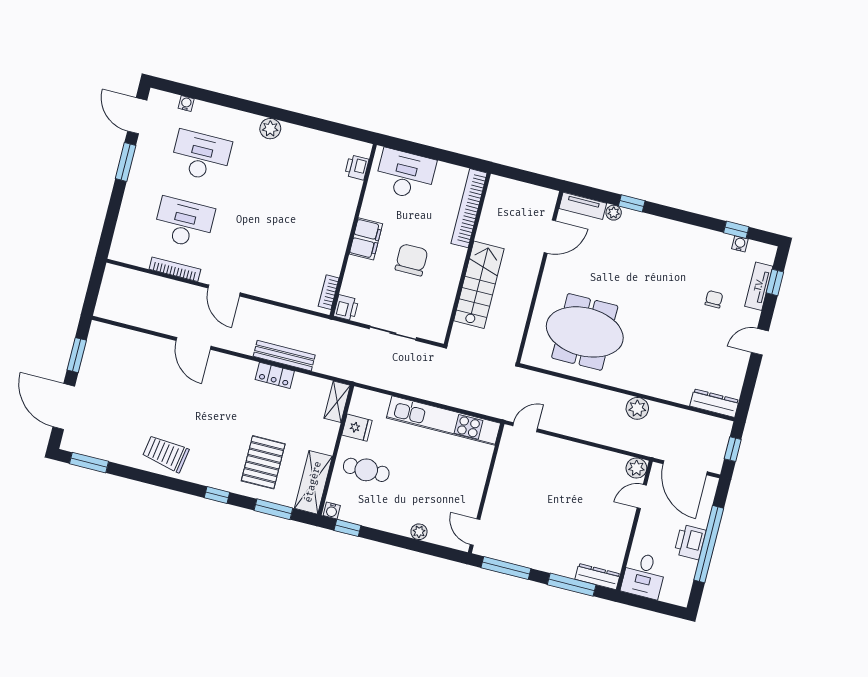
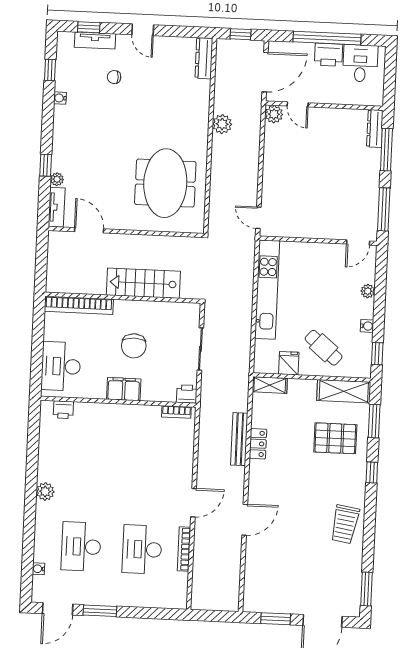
water cooler: (740, 244) -> (60, 98), moved
chair: (411, 260) -> (134, 346), turned -90
cafe table: (366, 470) -> (324, 348), turned -50
water cooler: (332, 511) -> (367, 326), moved
desk: (644, 575) -> (360, 63), moved, turned -90

